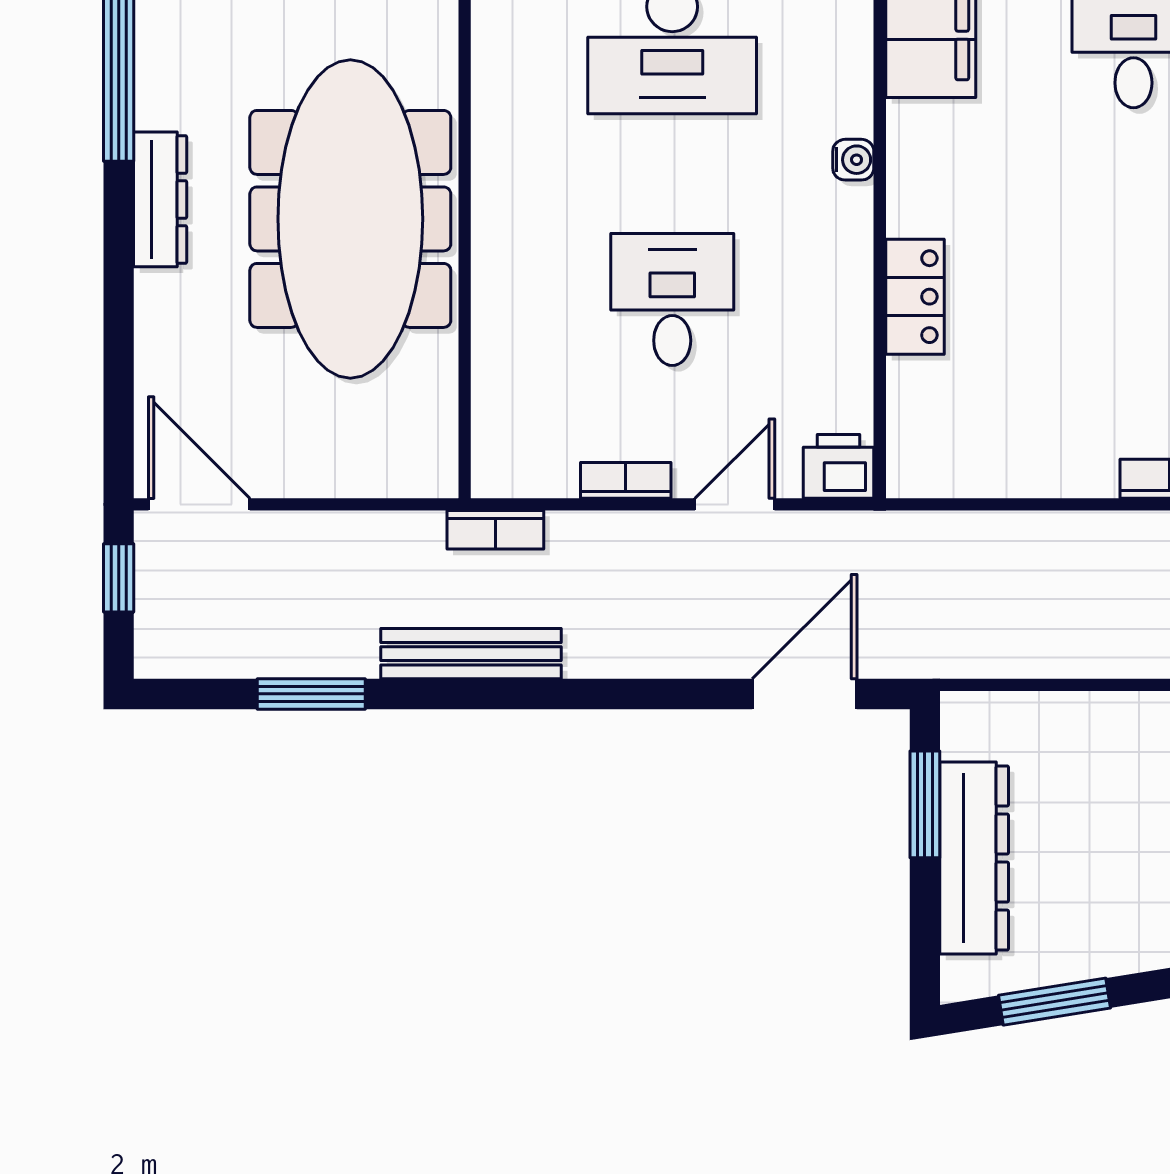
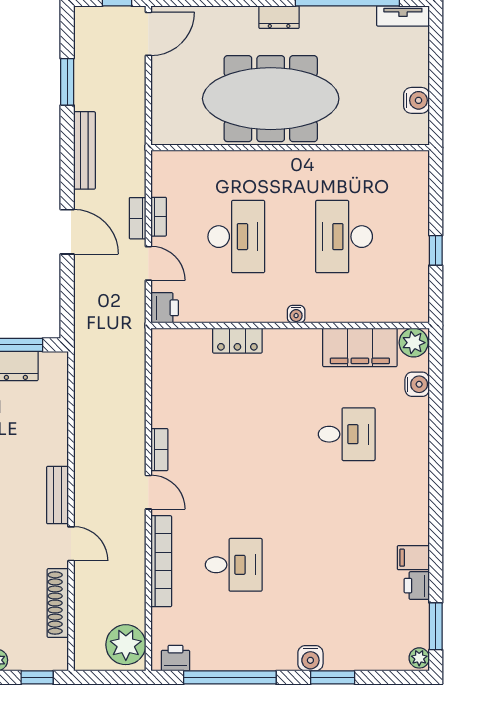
dresser: (160, 199) -> (279, 17), width x0.70
desk: (672, 299) -> (236, 237), width x1.37
bookcase: (495, 530) -> (138, 218), moved
door: (804, 694) -> (67, 232), moved

